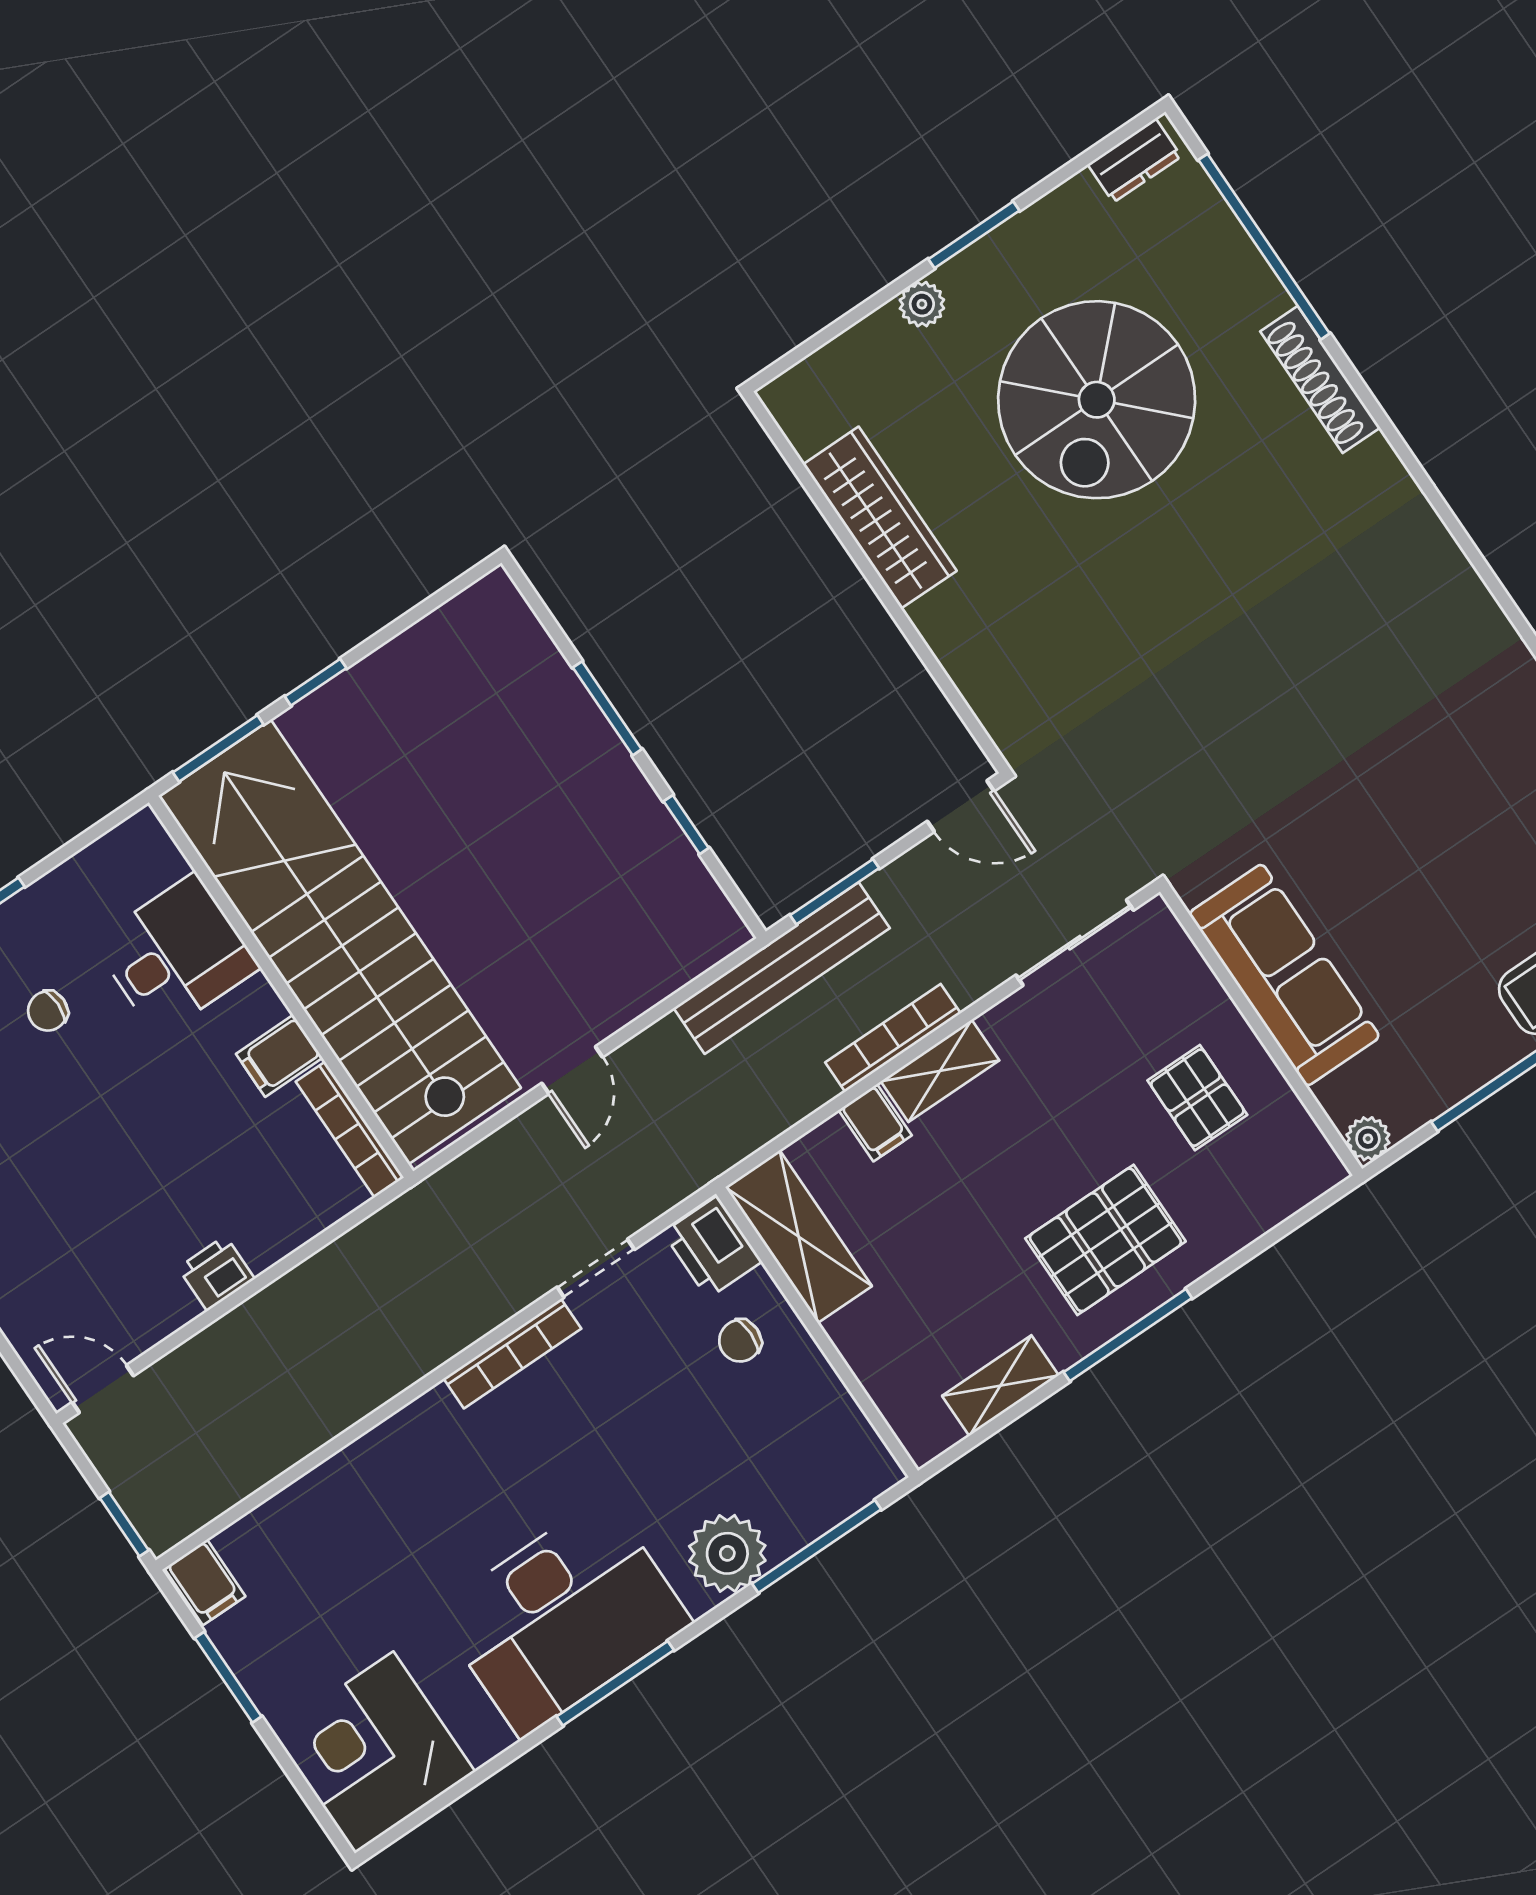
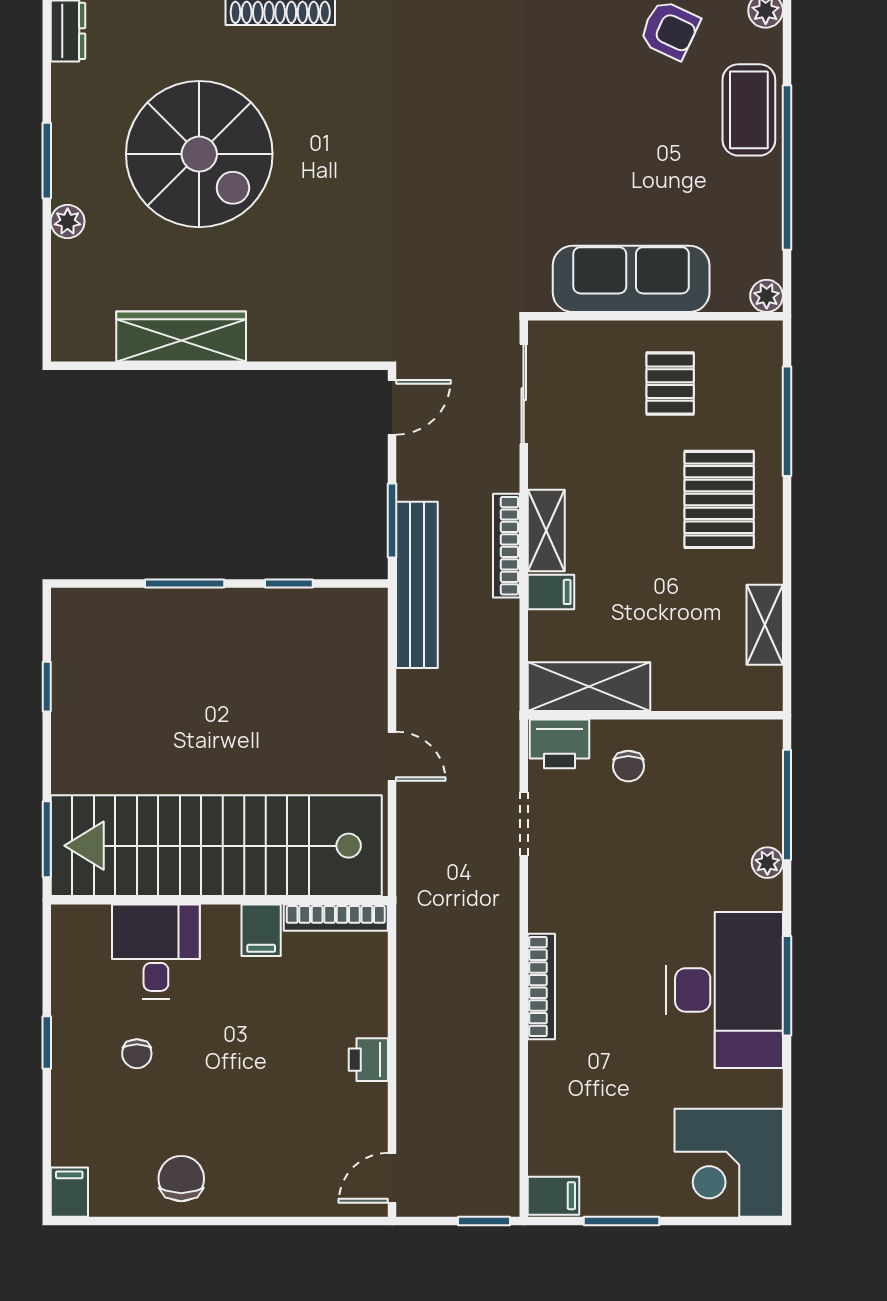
window: (316, 682) -> (47, 687), moved
pallet: (1197, 1098) -> (670, 384), turned 90
window: (1128, 1335) -> (787, 421), moved
bookcase: (512, 1354) -> (541, 986), moved
plant: (727, 1553) -> (767, 863), width x0.53, depth x0.53

